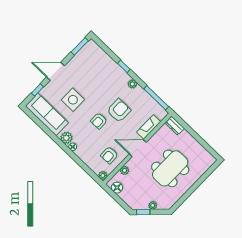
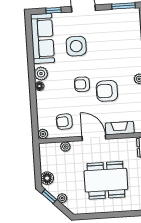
armchair: (119, 111) -> (107, 91), turned 180
floor lamp: (117, 188) -> (47, 178), moved

